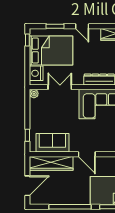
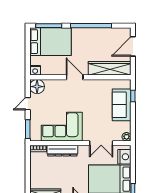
sofa: (52, 143) -> (122, 105), moved, turned 90

